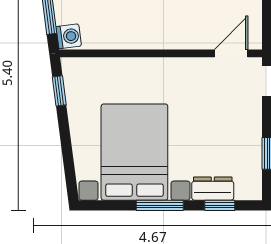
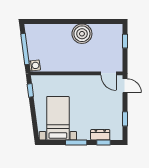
door: (231, 53) -> (109, 73), swing flipped
bed with nightstands: (134, 152) -> (58, 118), width x0.73

